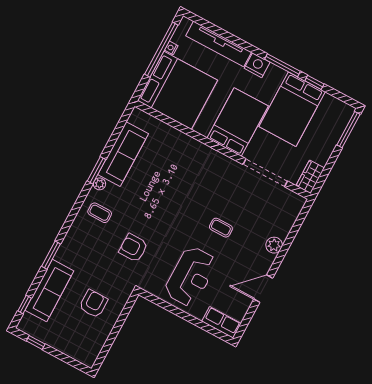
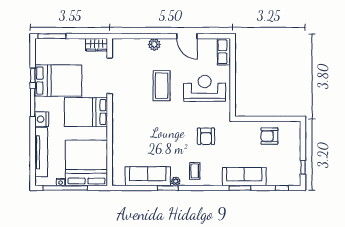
coffee table: (221, 228) -> (162, 86), width x1.86, depth x1.72
sofa: (49, 291) -> (244, 177), moved
armchair: (93, 304) -> (269, 136), moved

